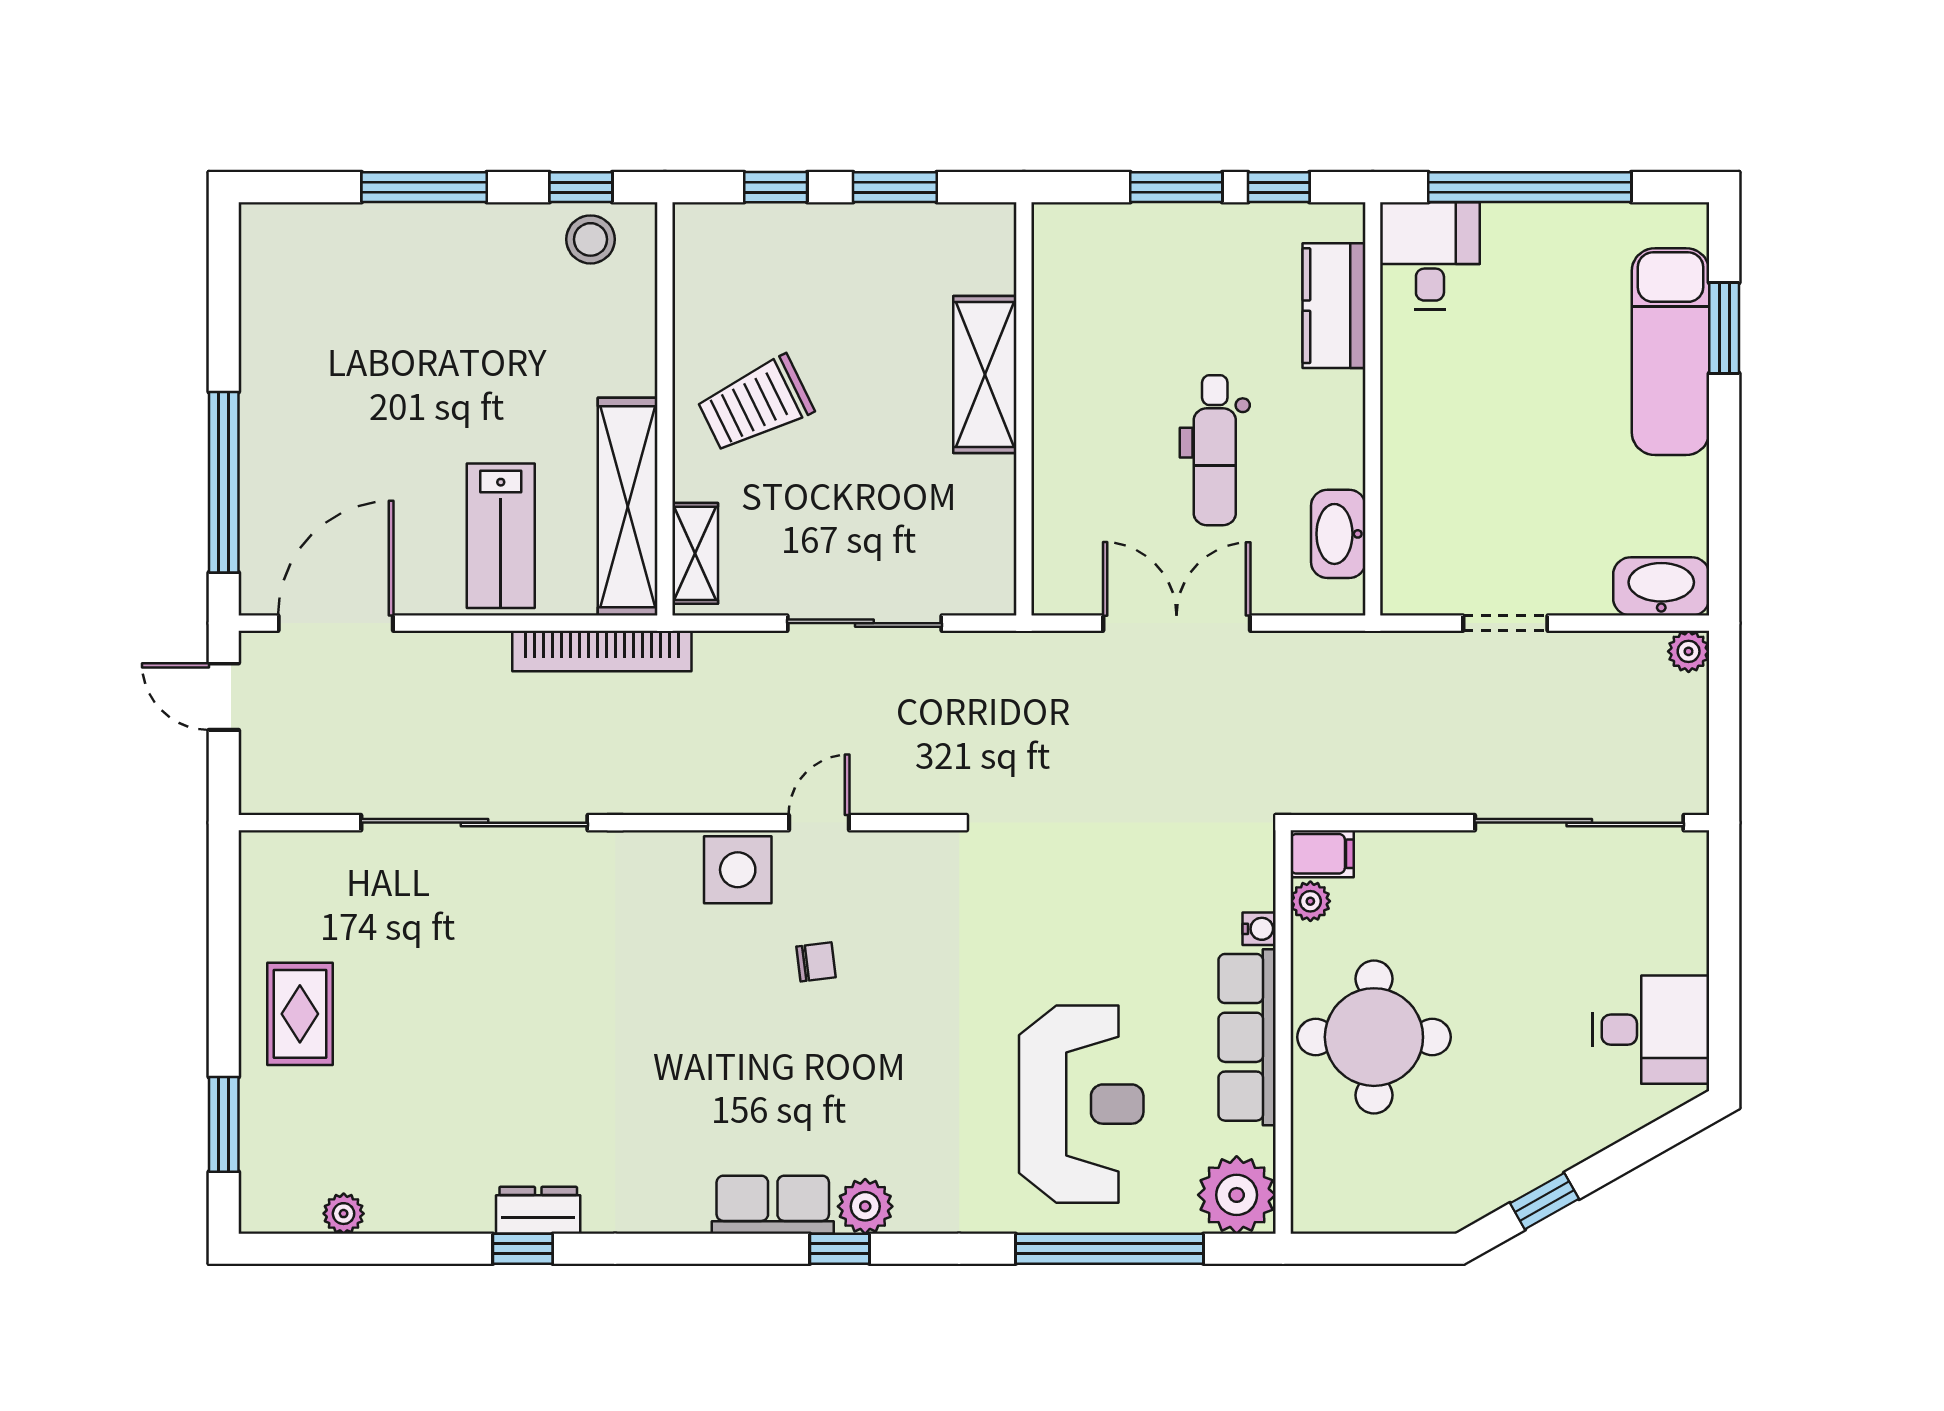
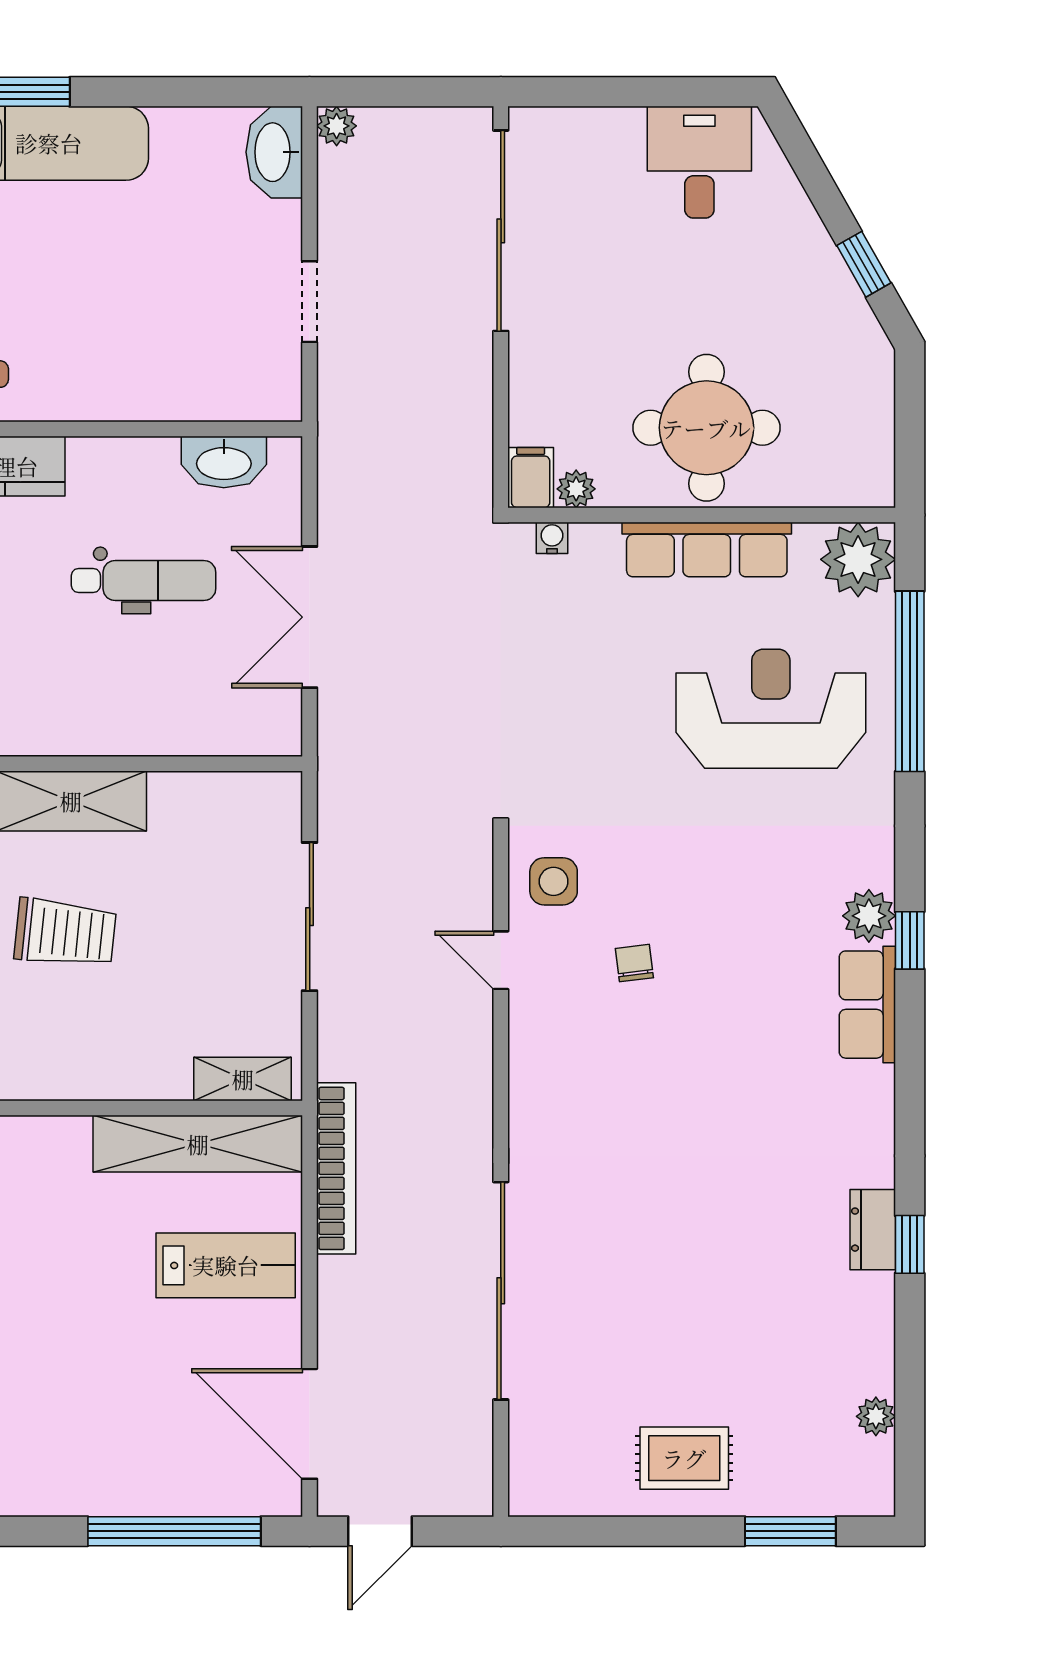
trolley: (755, 404) -> (65, 933), moved, turned -58
side table: (738, 870) -> (554, 881), moved, width x0.73, depth x0.73
water cooler: (1259, 929) -> (552, 538), moved

